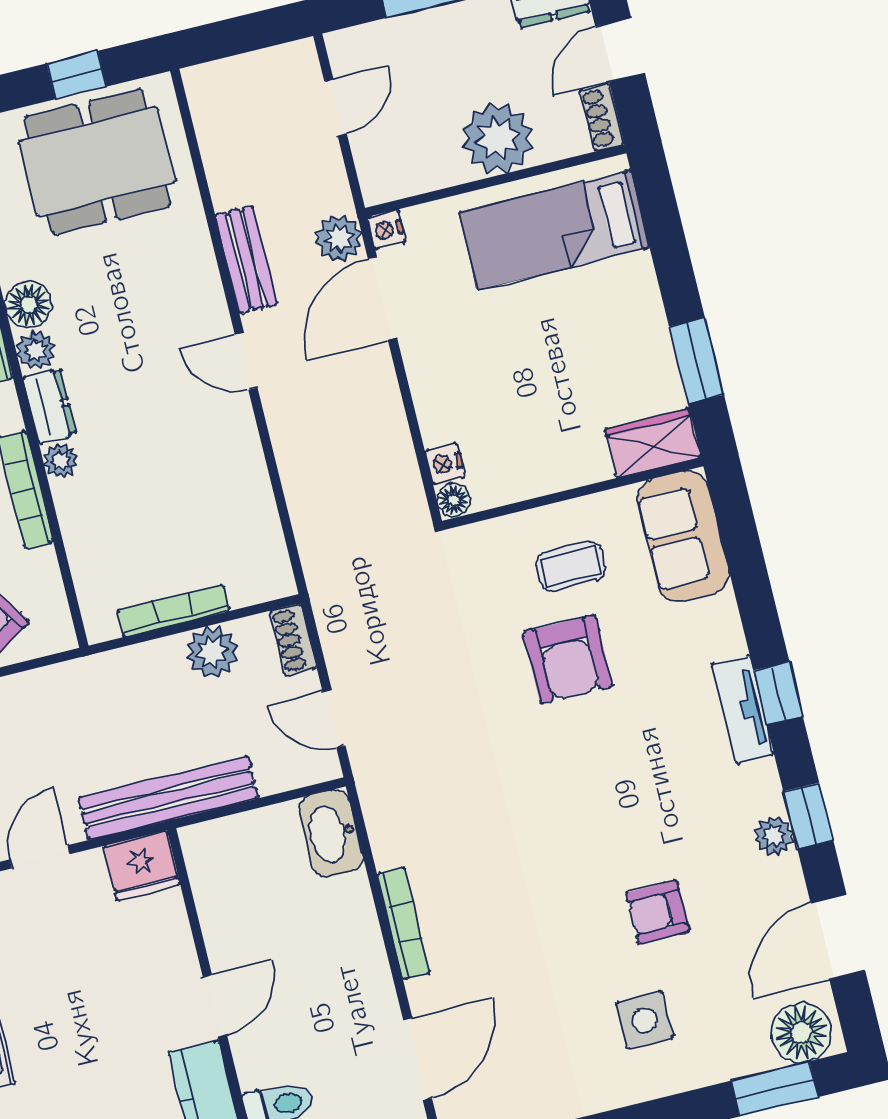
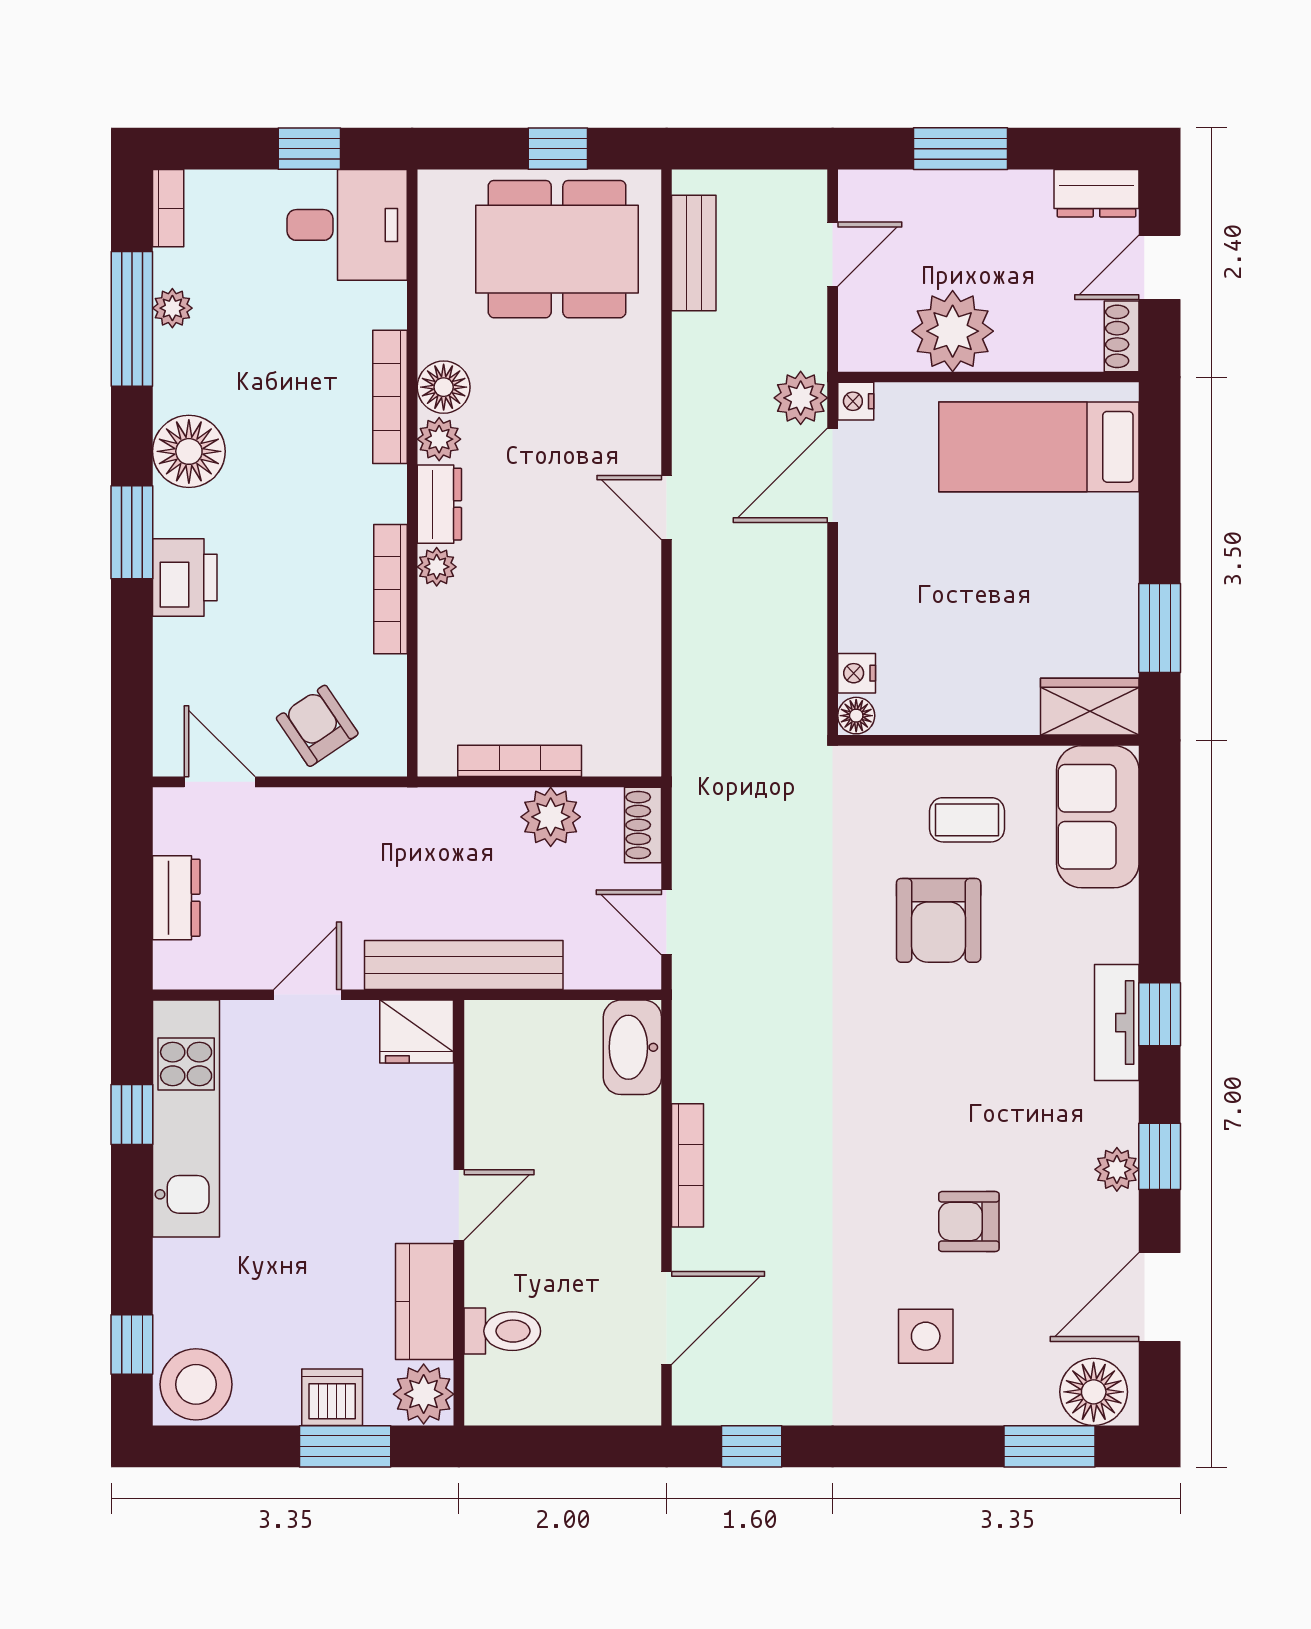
plant: (498, 138) -> (953, 331), moved
bench: (246, 260) -> (694, 253), moved

